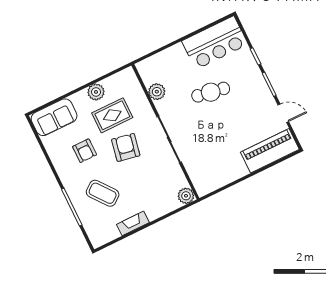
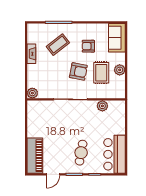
cafe table: (211, 92) -> (81, 153), moved

